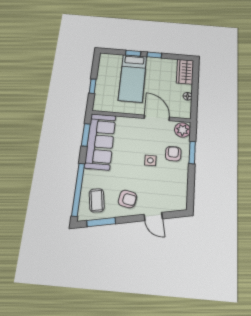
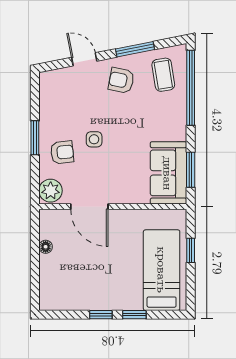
wardrobe: (185, 72) -> (51, 289), removed
bed: (133, 78) -> (162, 270), moved
sofa: (100, 141) -> (168, 173), width x0.73
window: (192, 153) -> (35, 138), moved
armchair: (173, 154) -> (62, 152), turned -96
window: (101, 222) -> (135, 49), moved

